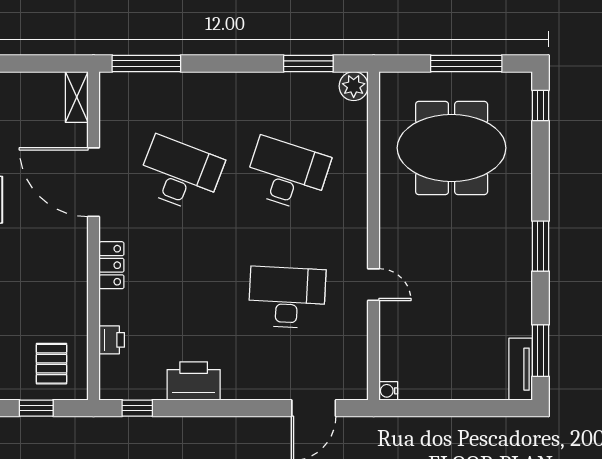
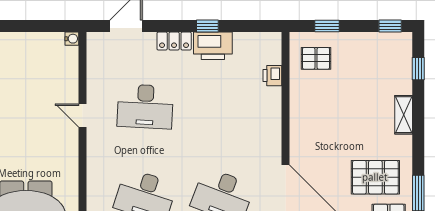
locker: (111, 265) -> (174, 41), moved, turned -90
pallet: (51, 364) -> (316, 58), turned 90
window: (137, 408) -> (207, 26), moved

